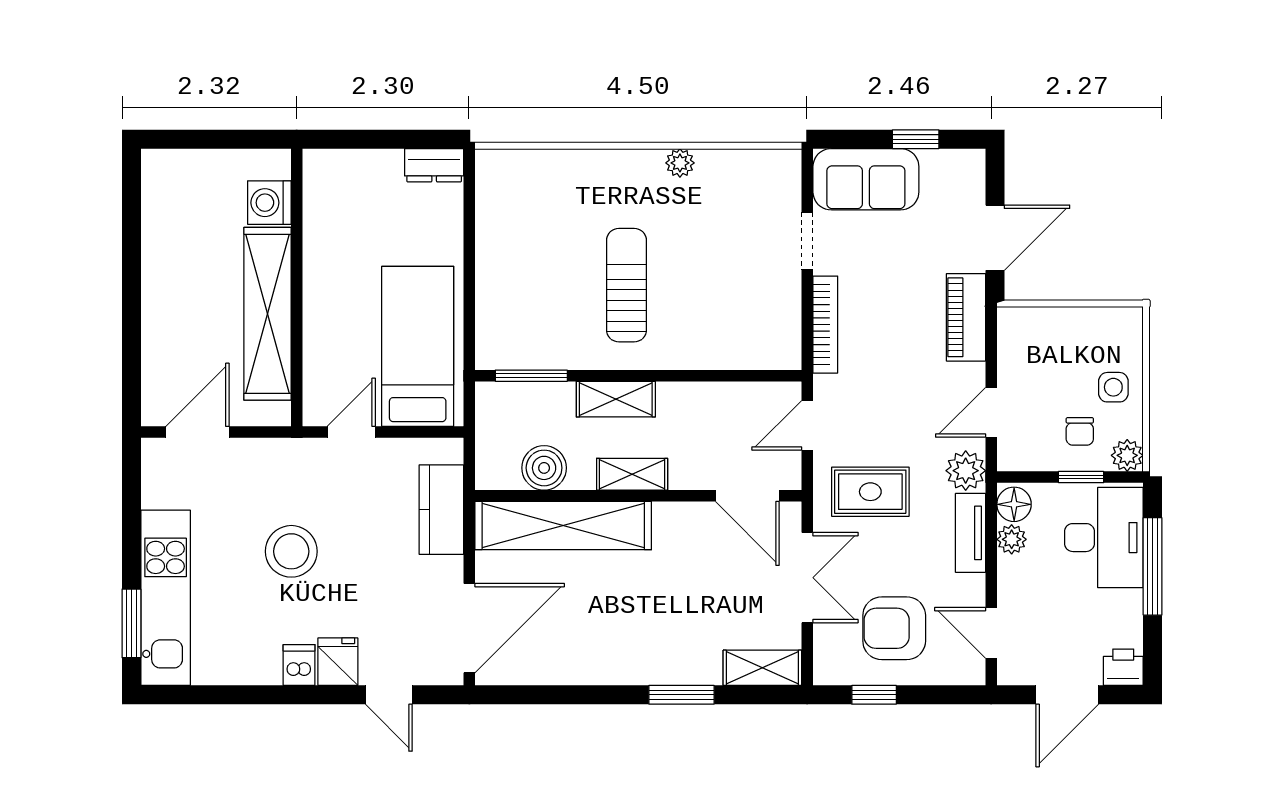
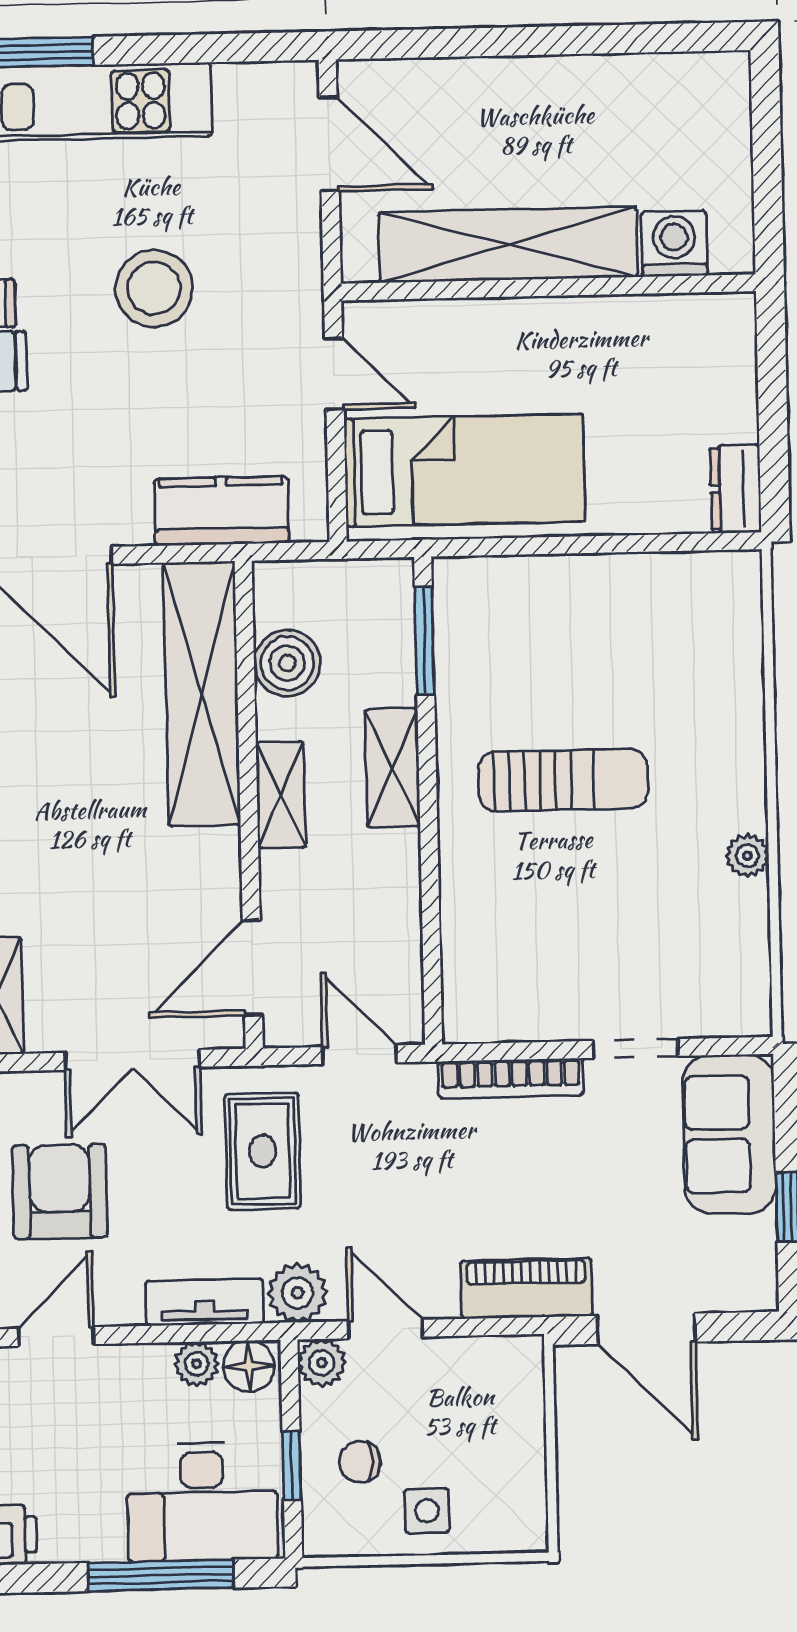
plant: (1127, 455) -> (322, 1363), moved

